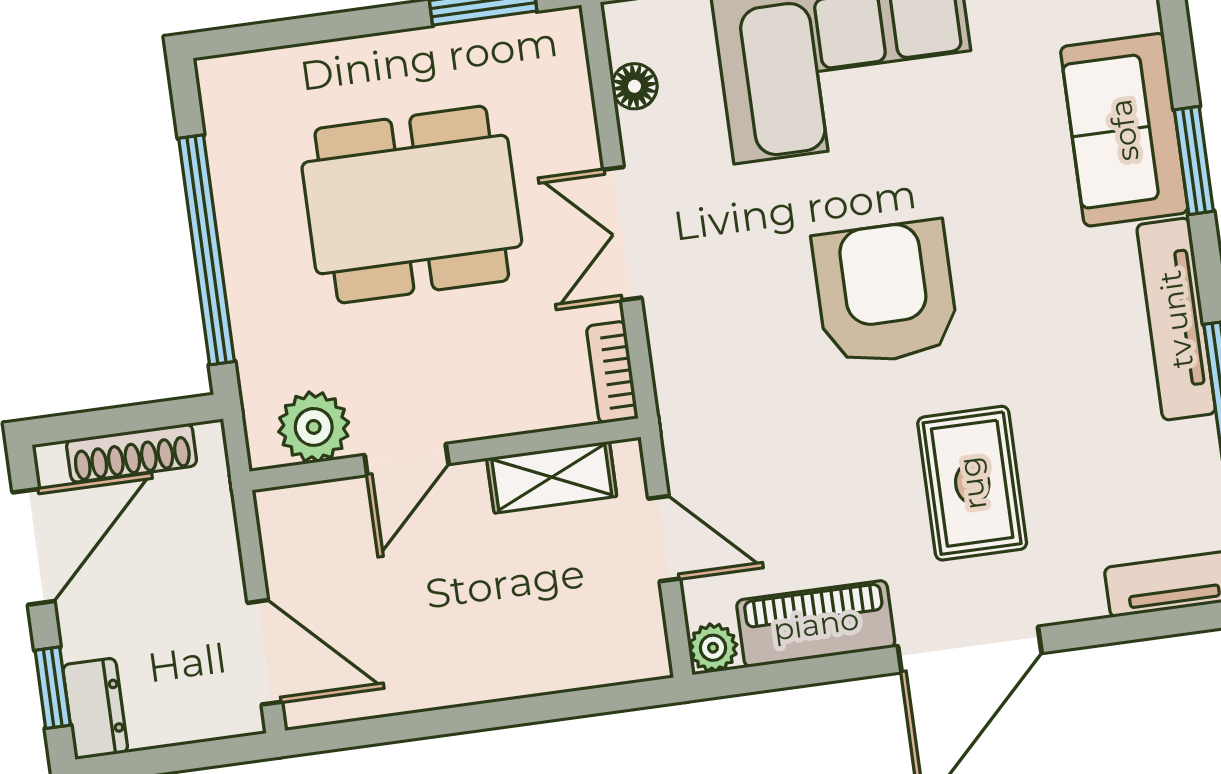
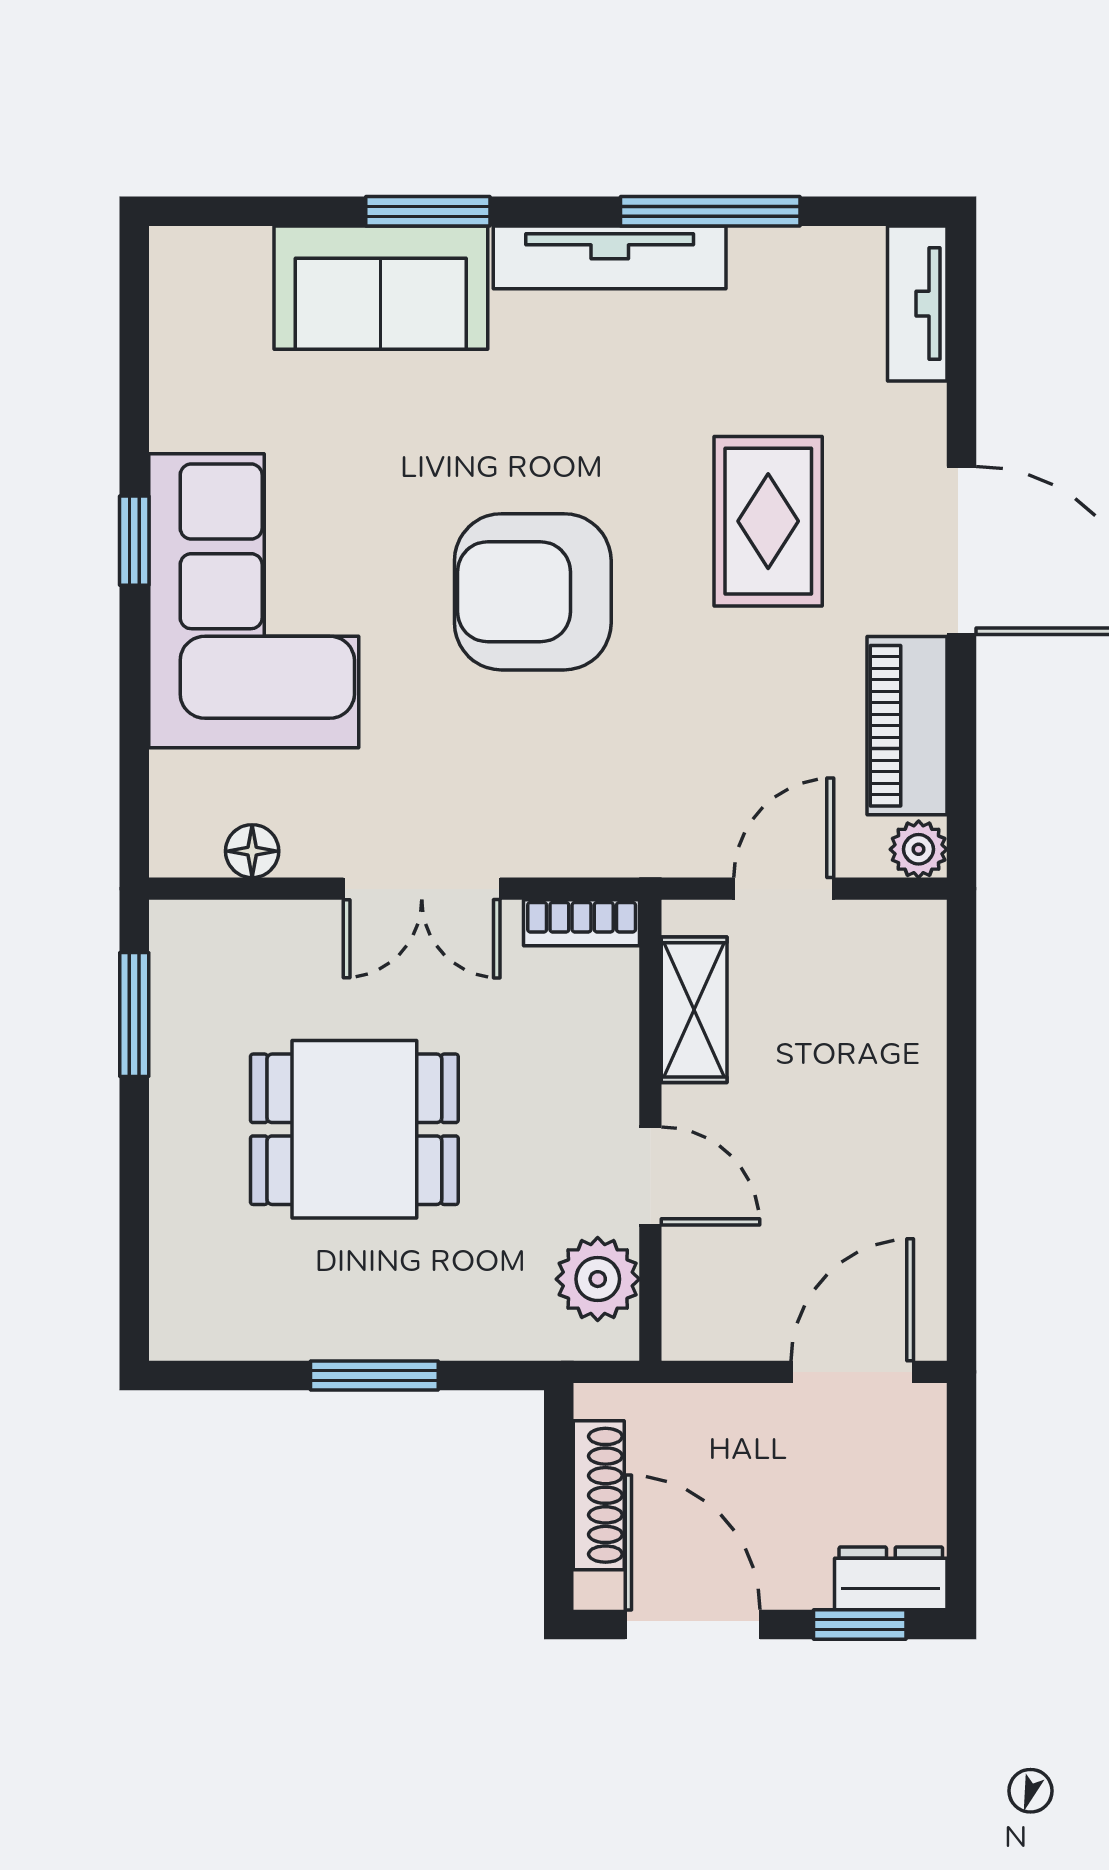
dining table: (412, 205) -> (354, 1129), width x0.73
window: (207, 250) -> (374, 1376), width x0.47
rug: (972, 483) -> (768, 521), turned 90

